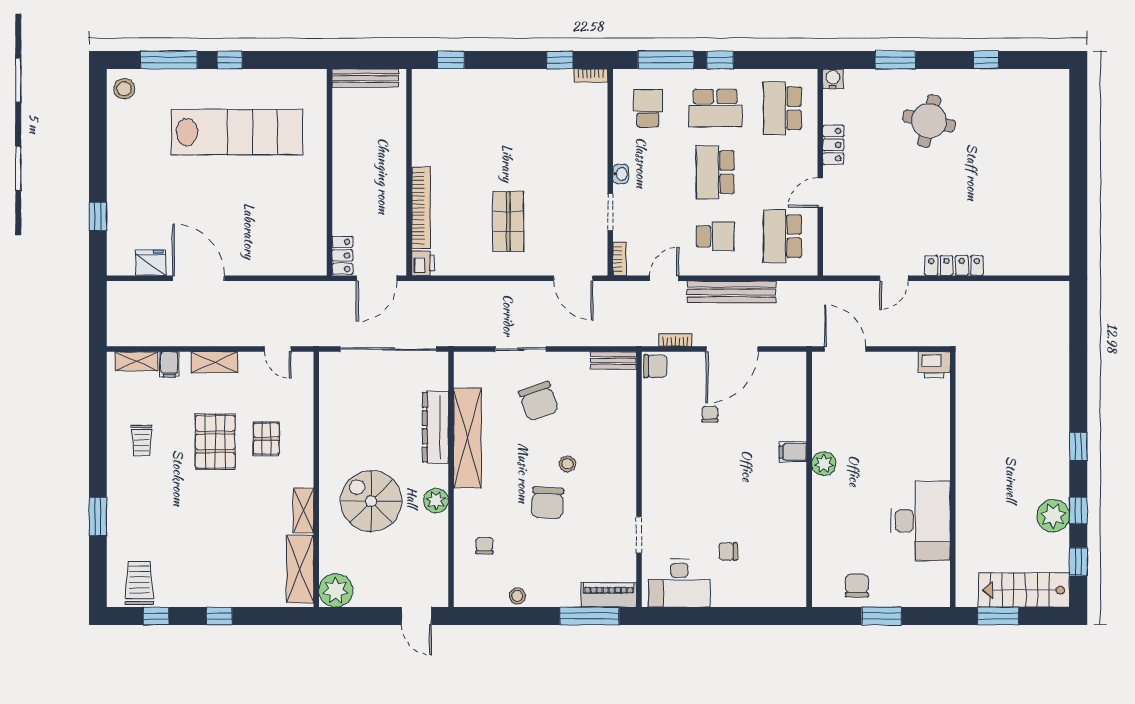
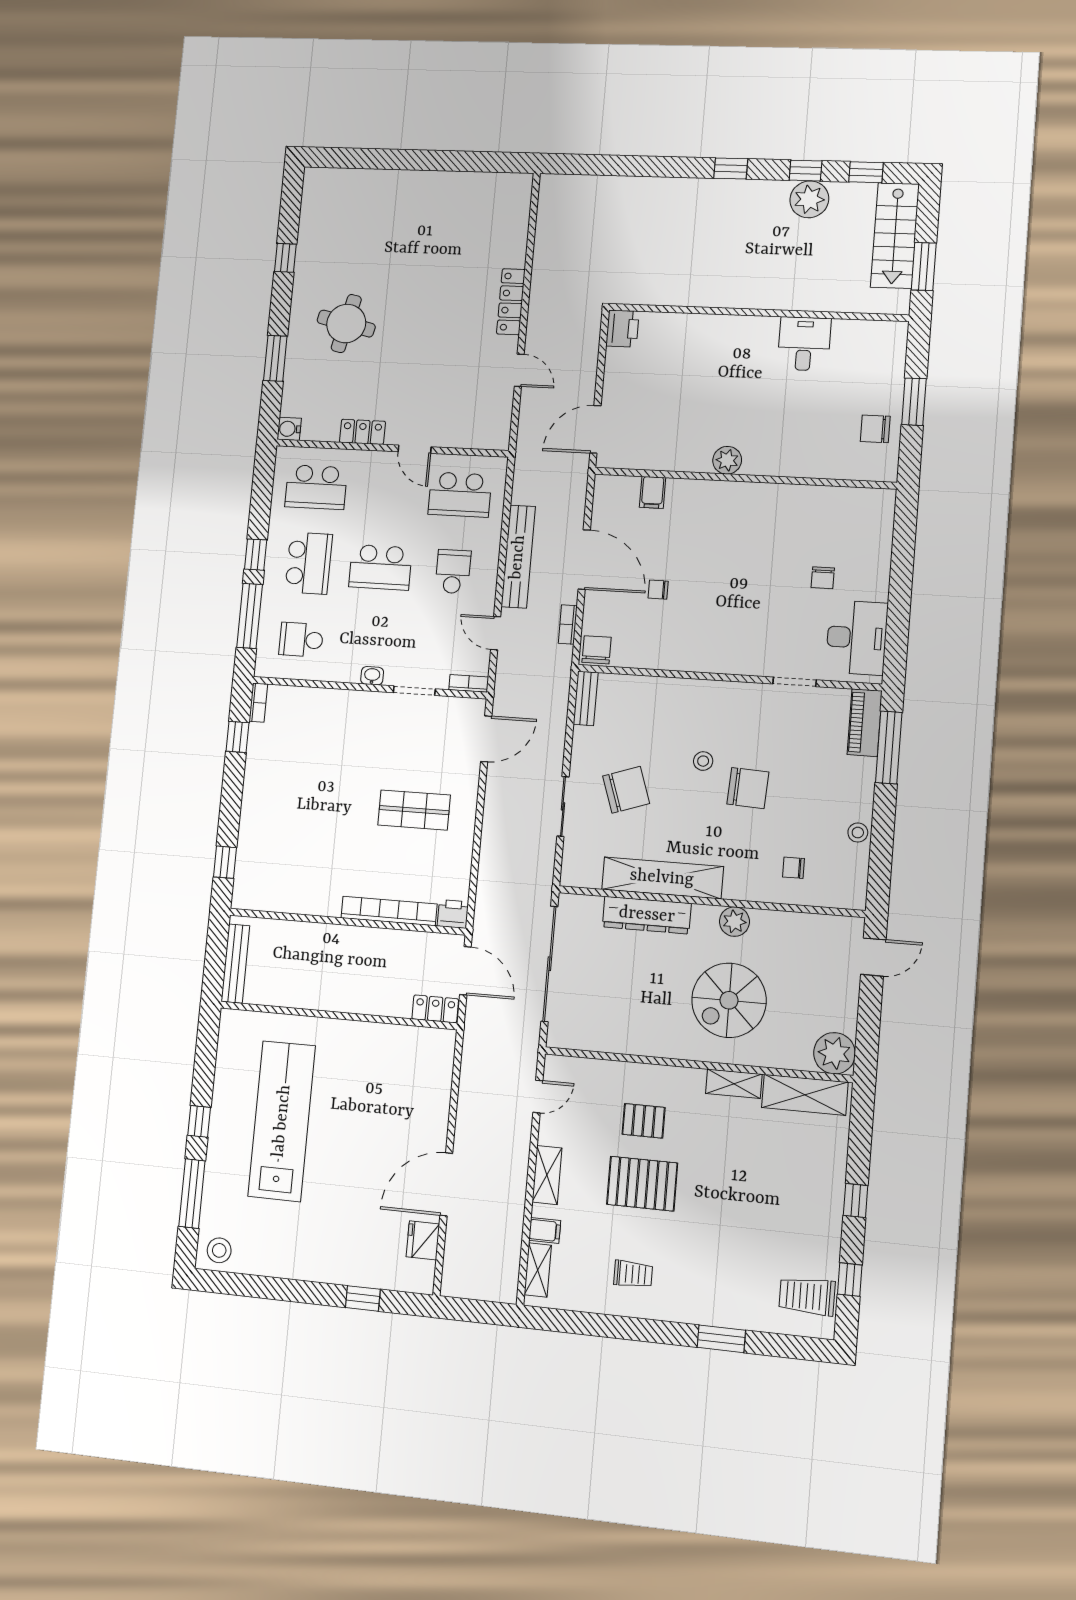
filing cabinet: (793, 452) -> (653, 492), moved
desk: (920, 521) -> (804, 344), width x0.53, depth x0.77

